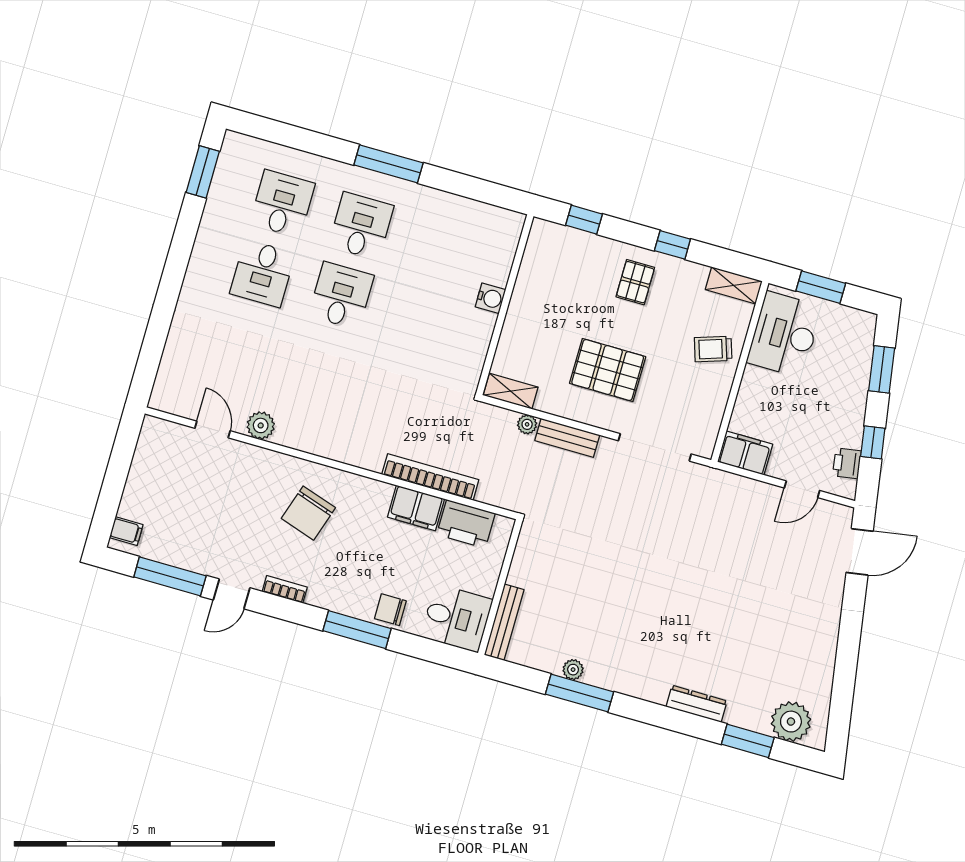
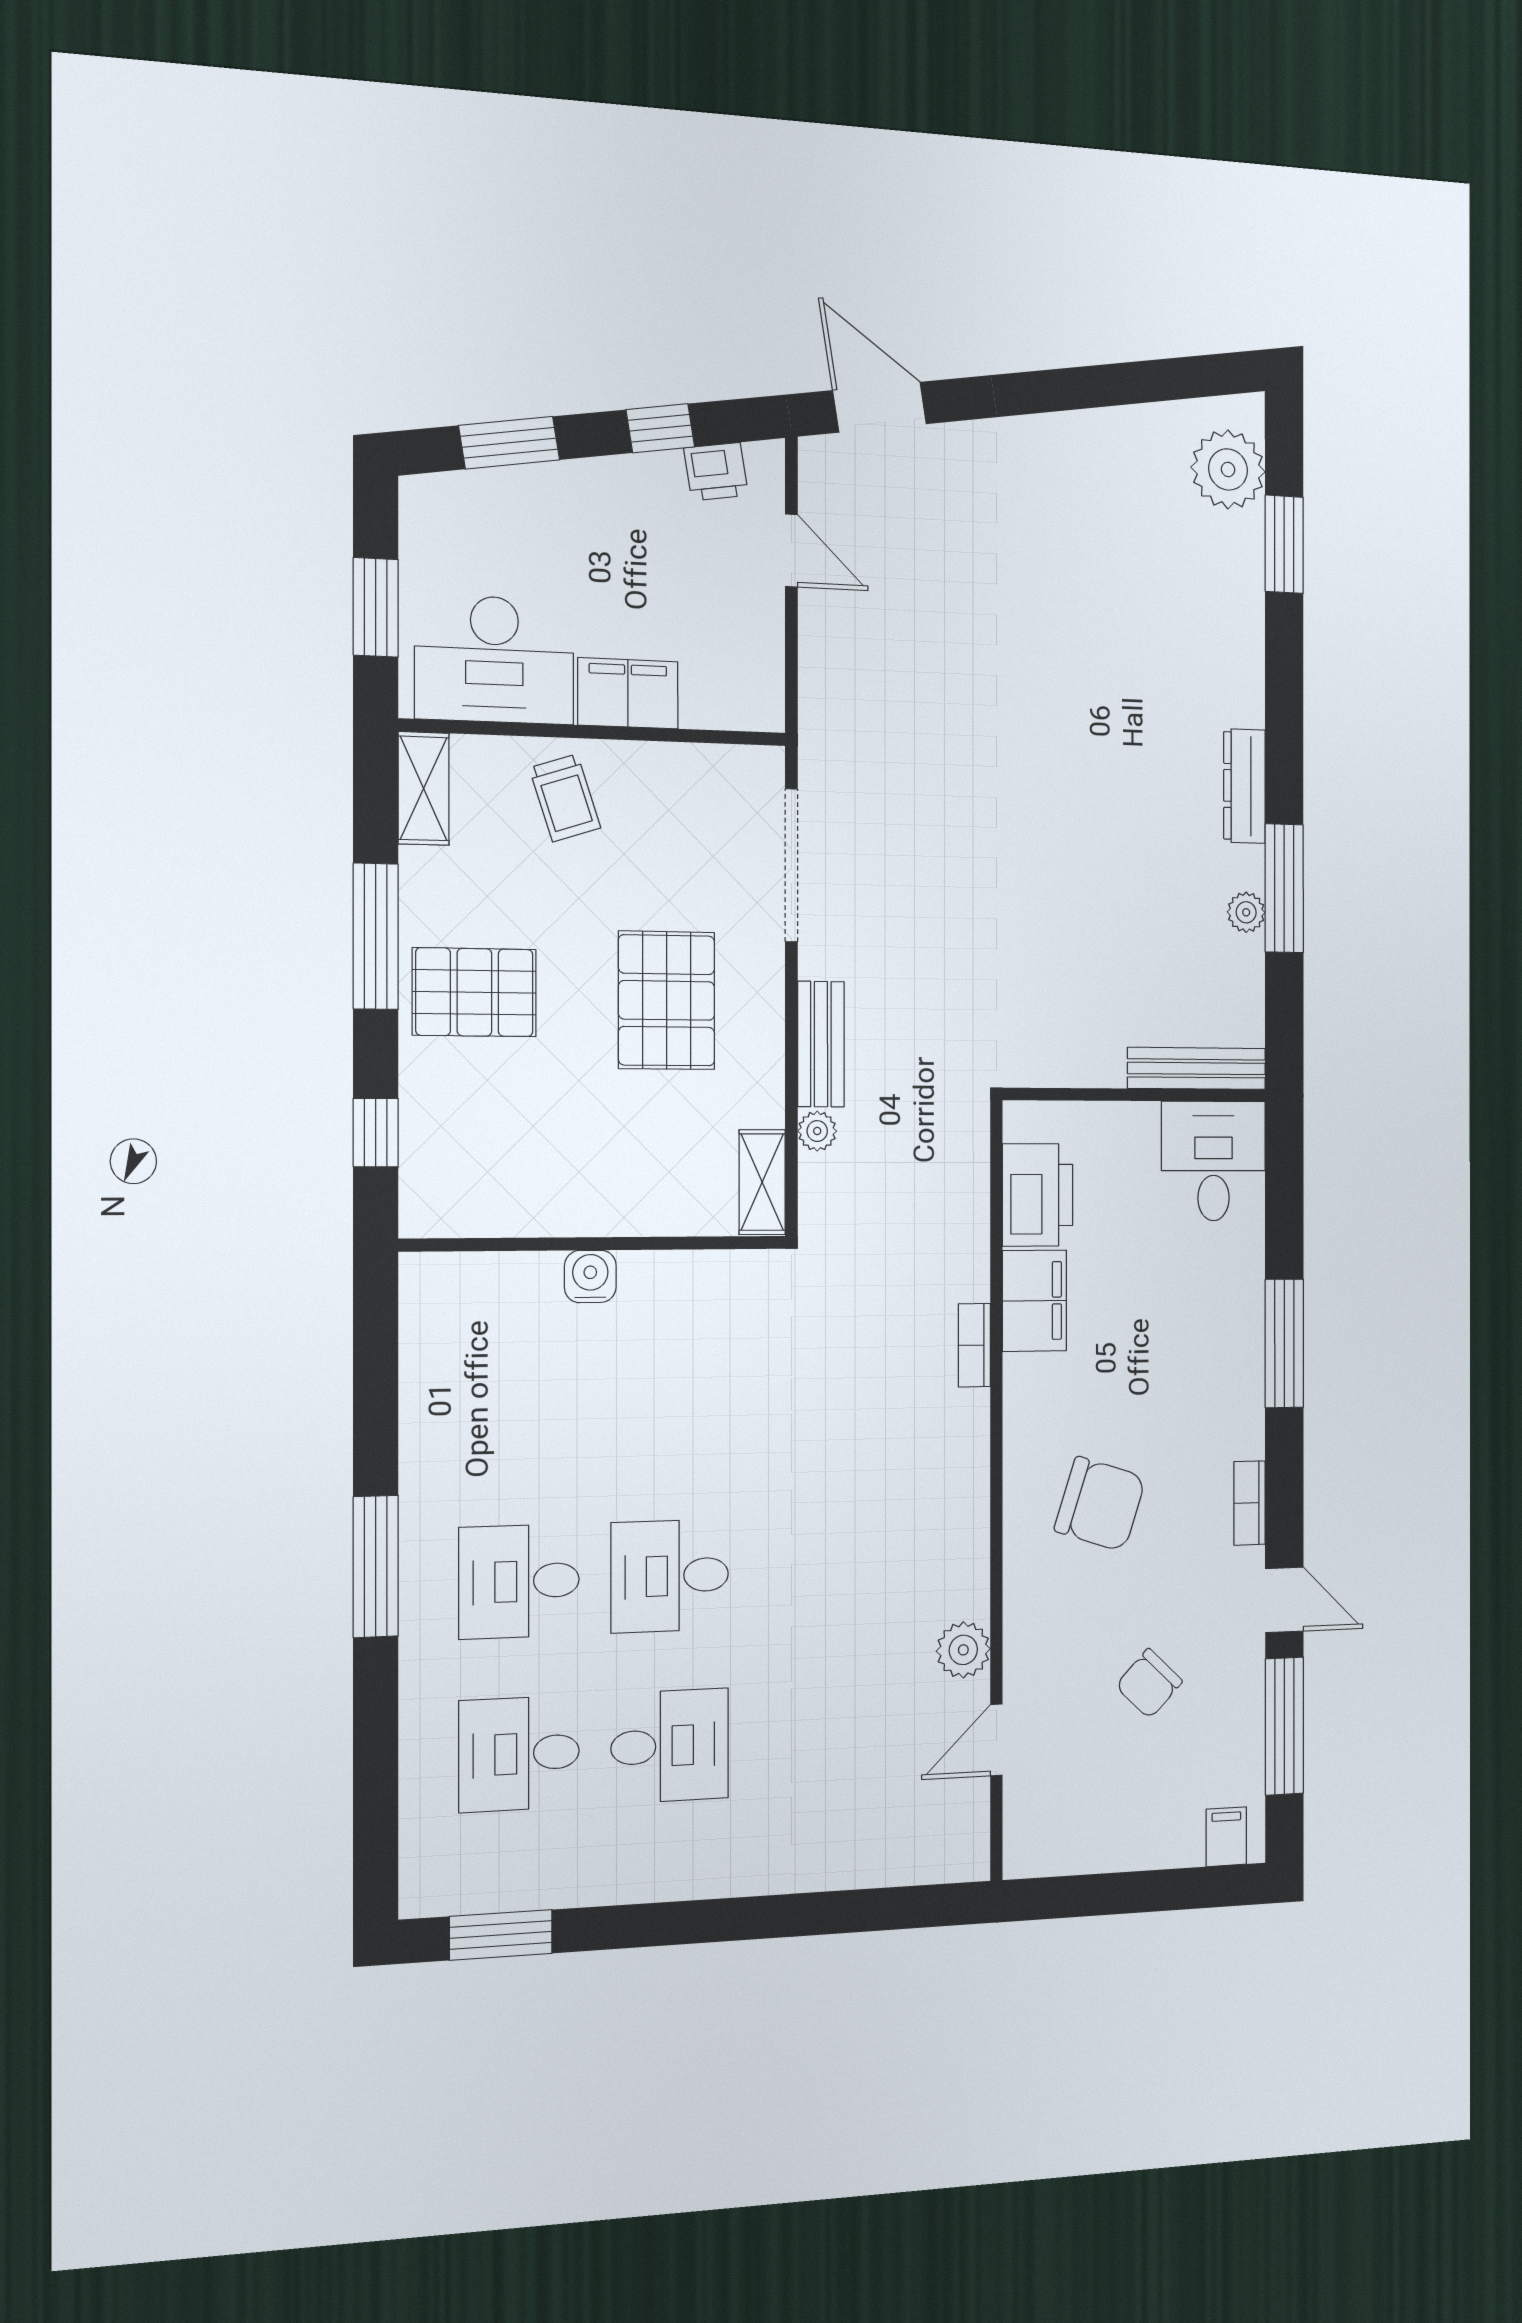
window: (672, 245) -> (376, 936), width x2.17
pallet: (635, 282) -> (474, 992), width x1.50, depth x1.42
filing cabinet: (745, 453) -> (628, 693), moved, turned 90
bookcase: (430, 477) -> (974, 1345), width x0.43, depth x0.76
chair: (390, 610) -> (1149, 1684), moved, turned 44
dresser: (697, 704) -> (1244, 786), moved

